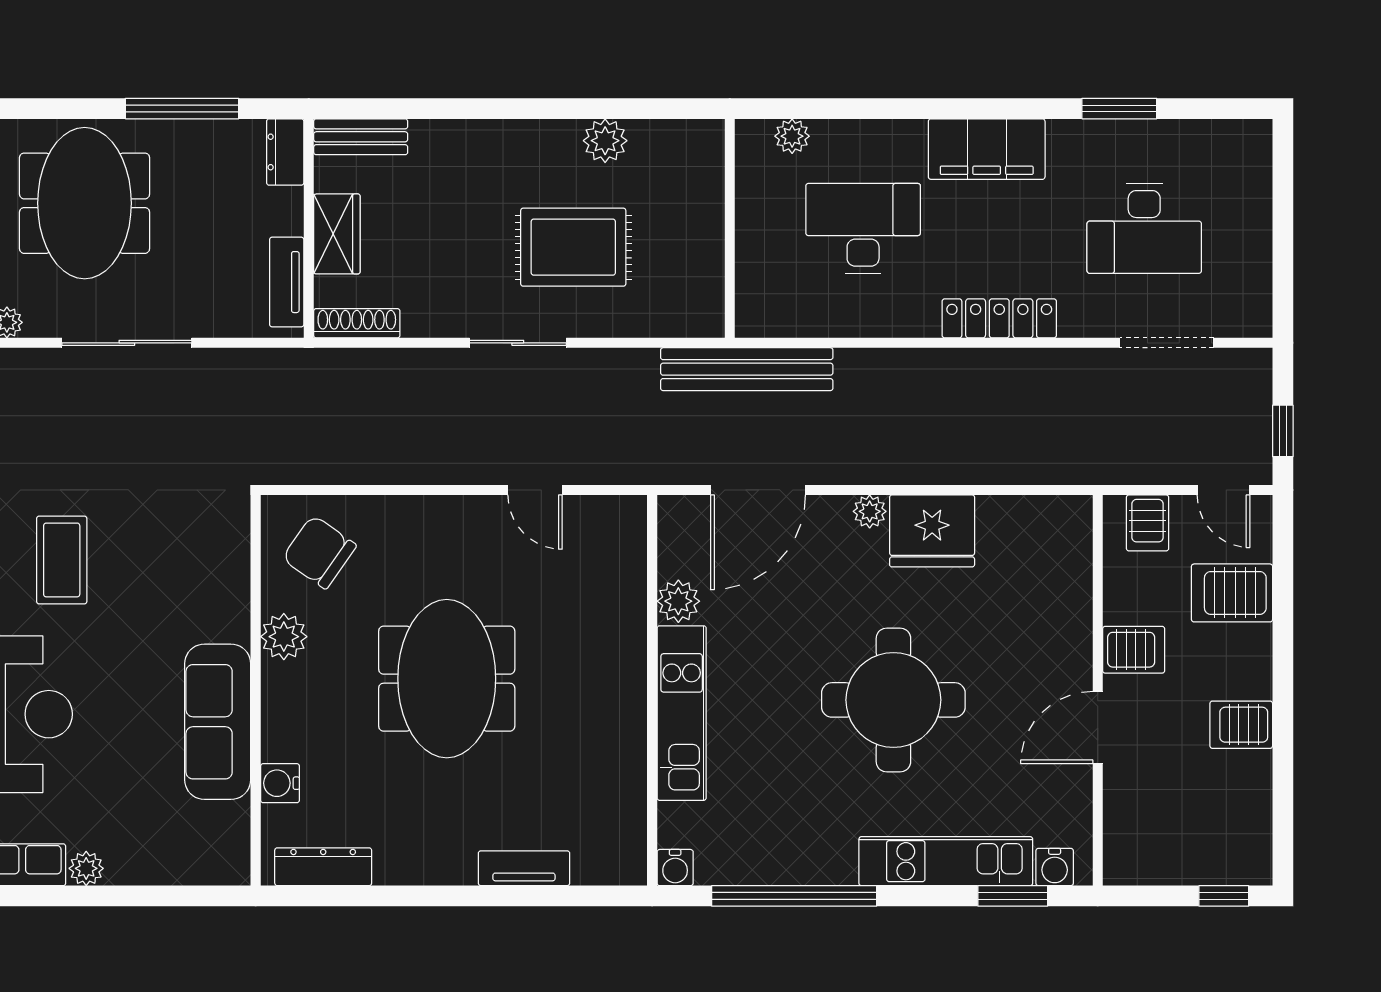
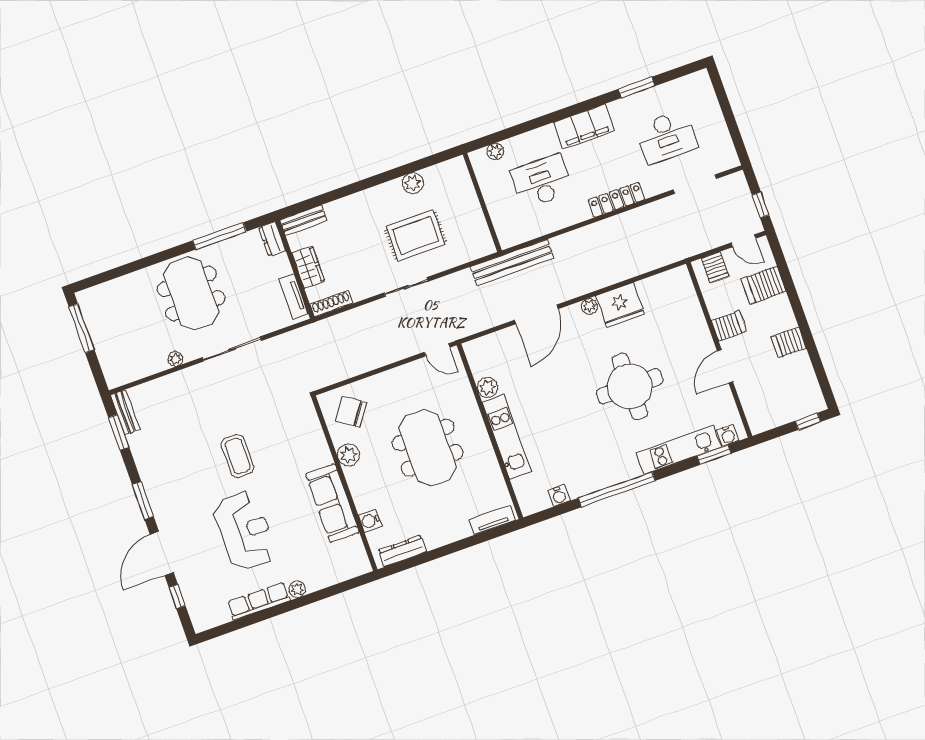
plant: (678, 601) -> (487, 388), moved
wall: (652, 690) -> (490, 431), moved
kitchen unit: (682, 713) -> (507, 437), moved

